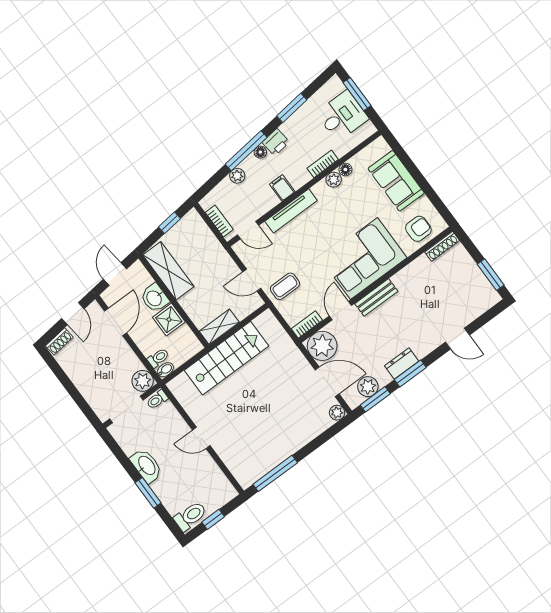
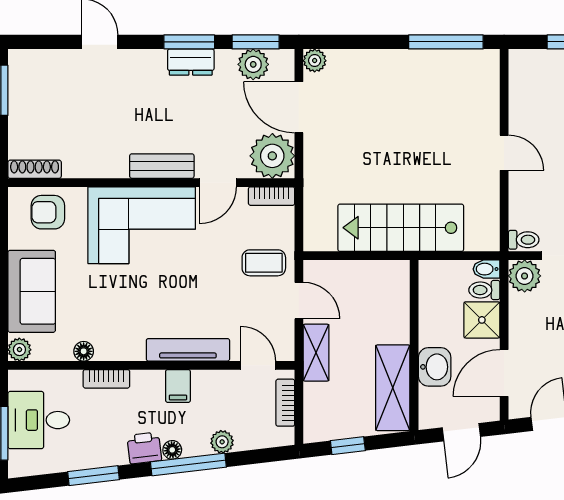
plant: (334, 180) -> (19, 350), moved
shower: (169, 320) -> (482, 320), moved
shelving: (219, 327) -> (316, 353), moved, turned 90

